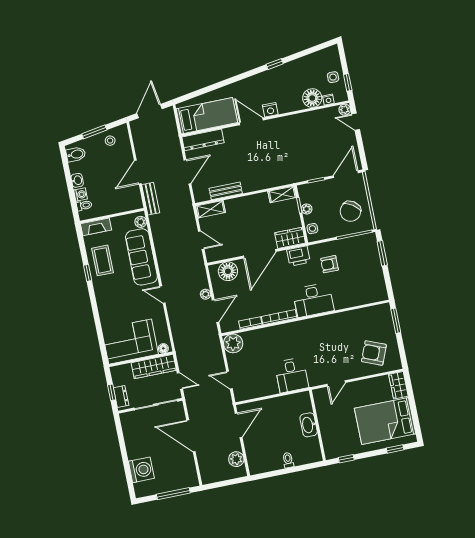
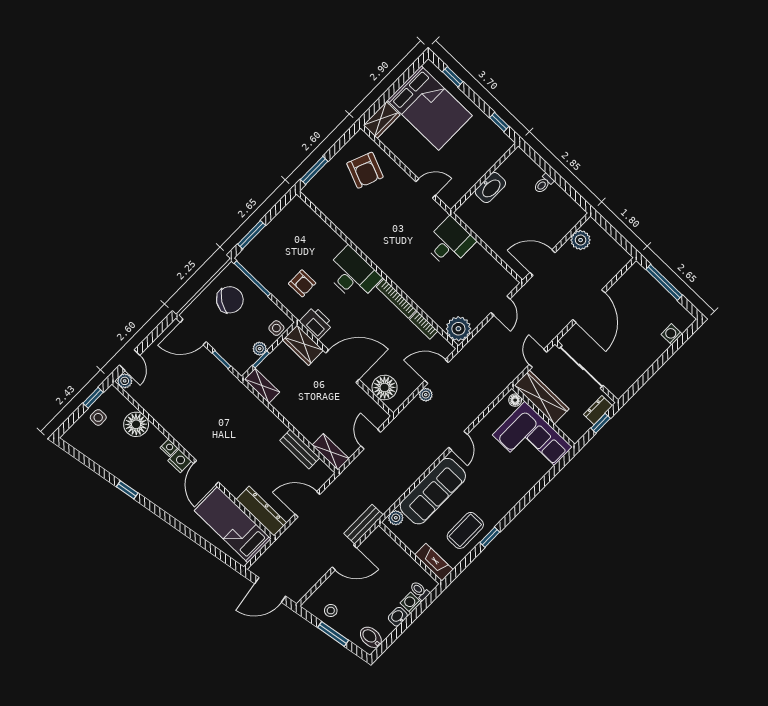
nightstand: (328, 100) -> (169, 448), moved
washing machine: (141, 470) -> (672, 334), width x0.53, depth x0.53

